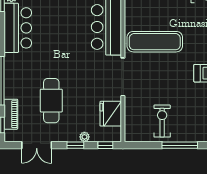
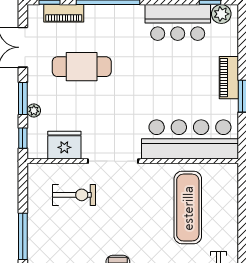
exercise mat: (155, 42) -> (188, 208), moved
exercise bike: (162, 121) -> (74, 195), moved
window: (75, 145) -> (23, 98), width x1.50

